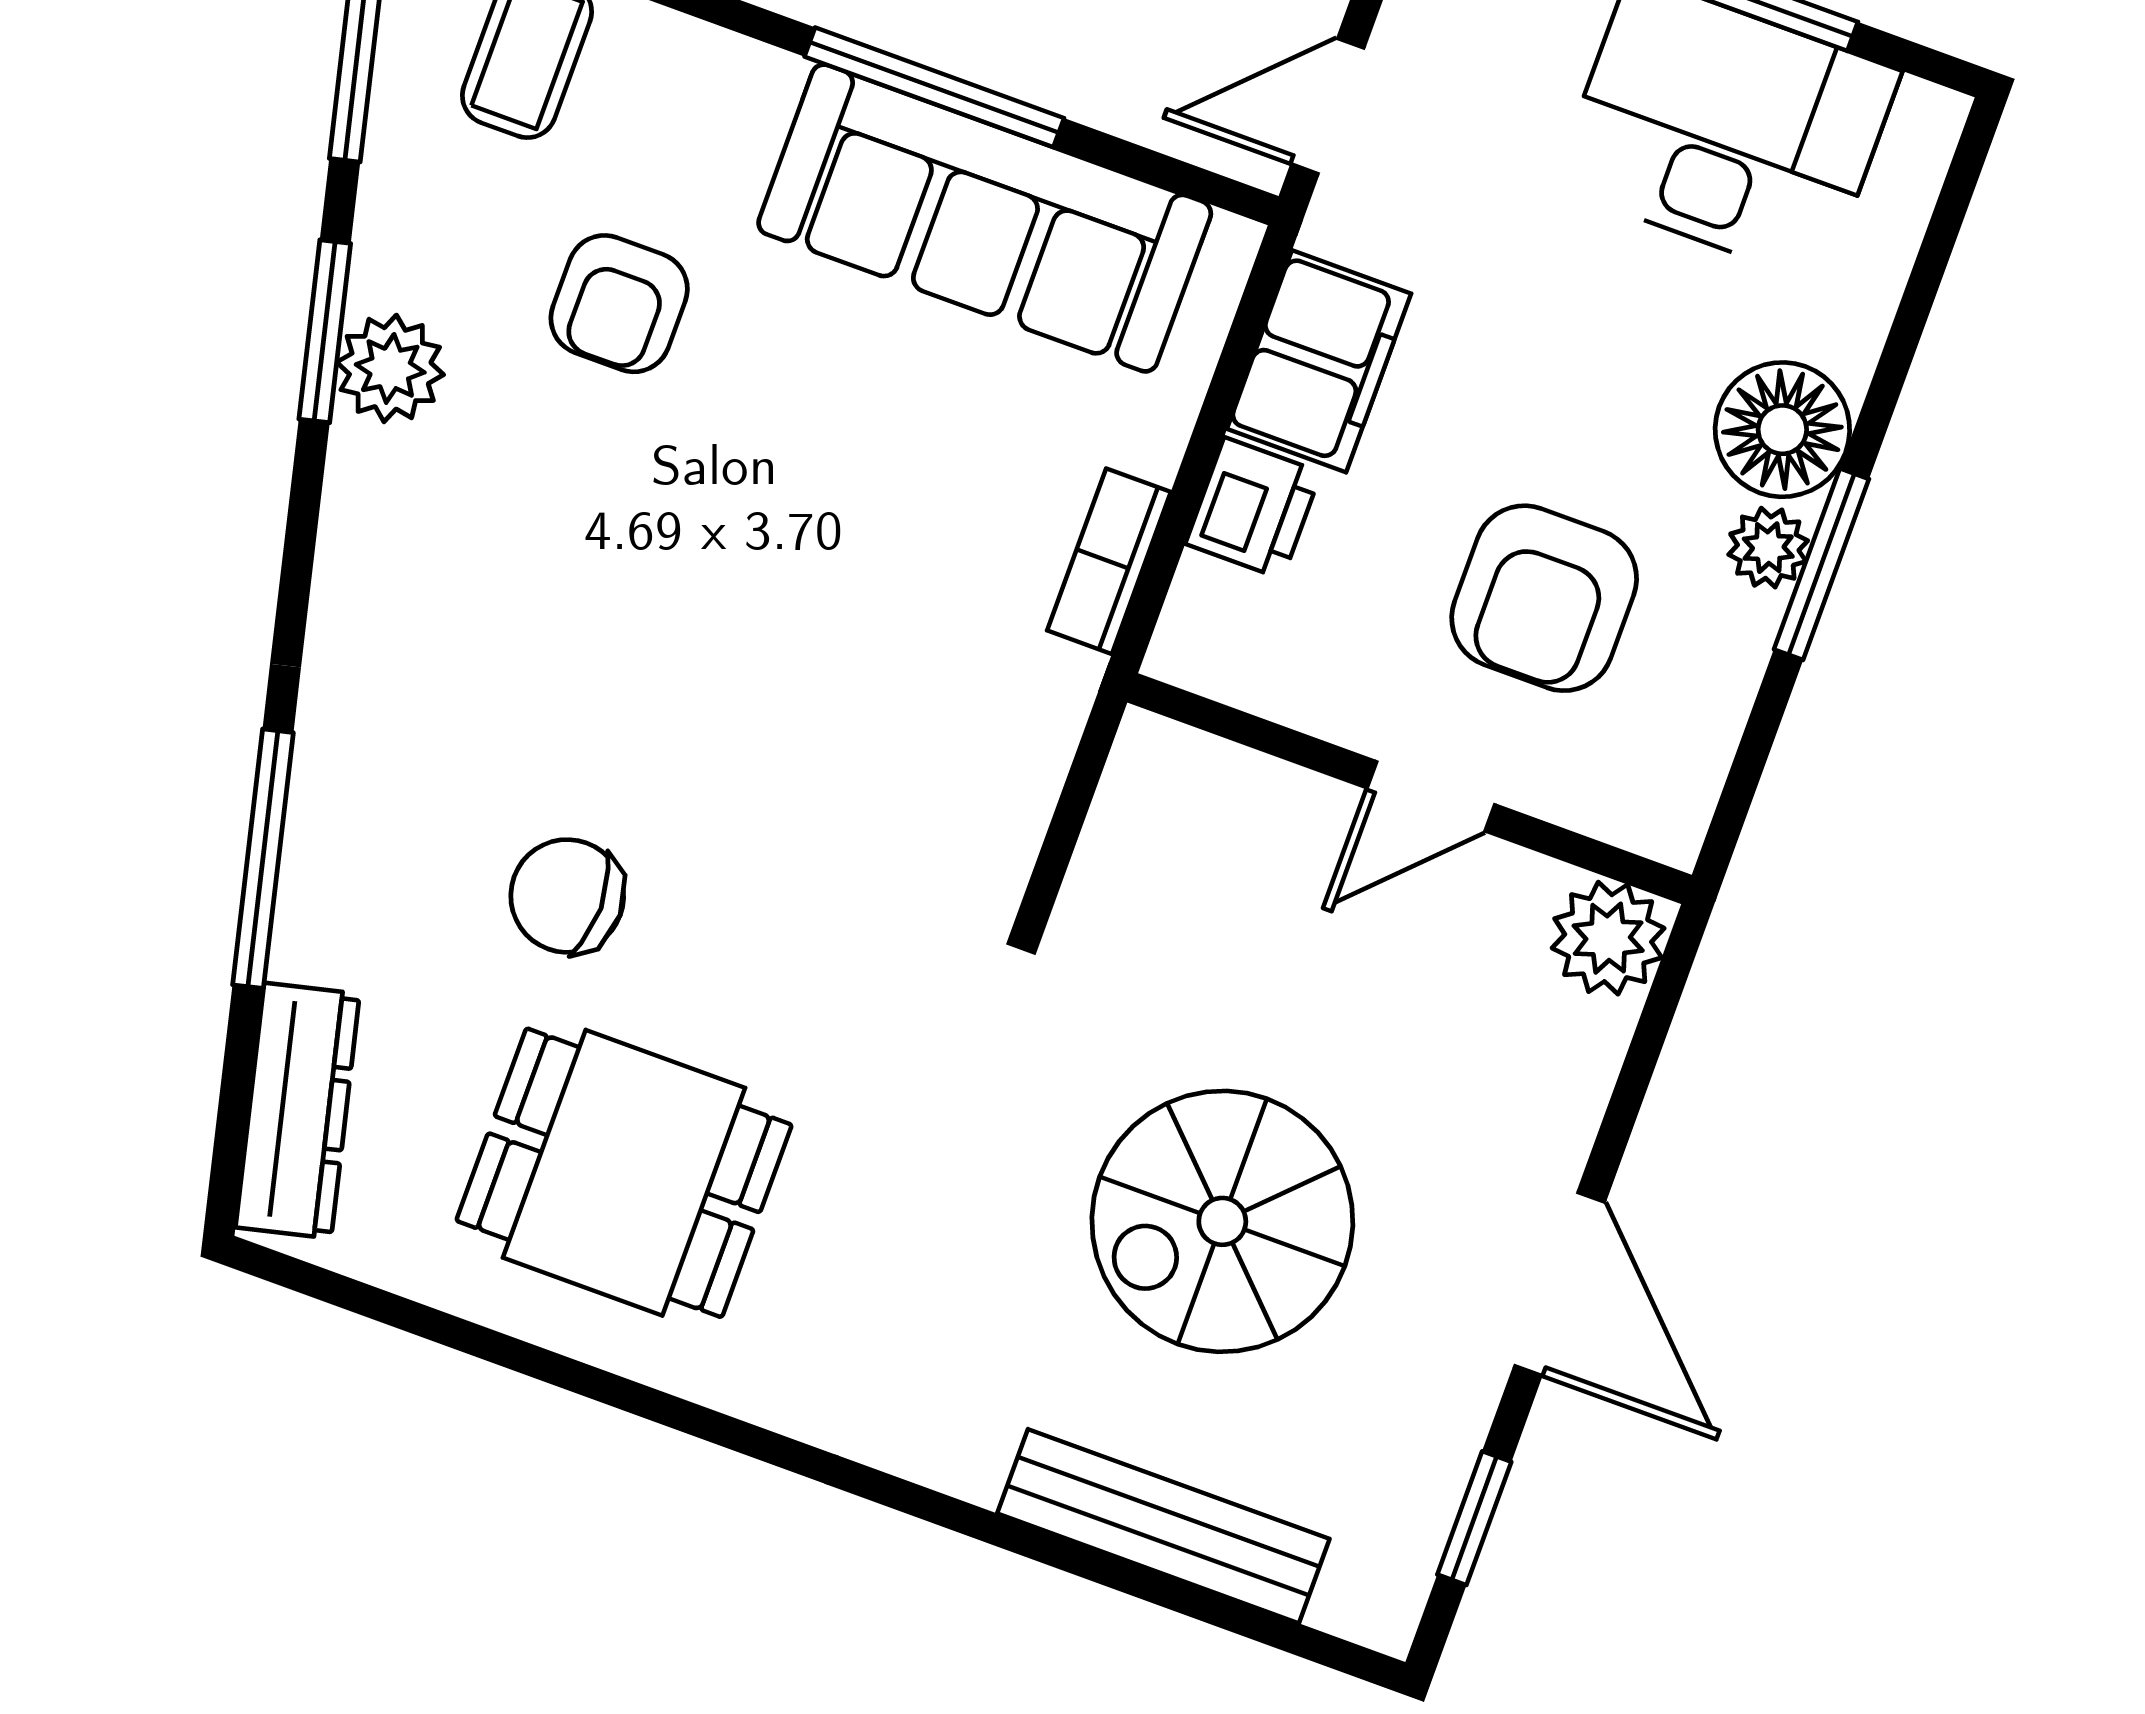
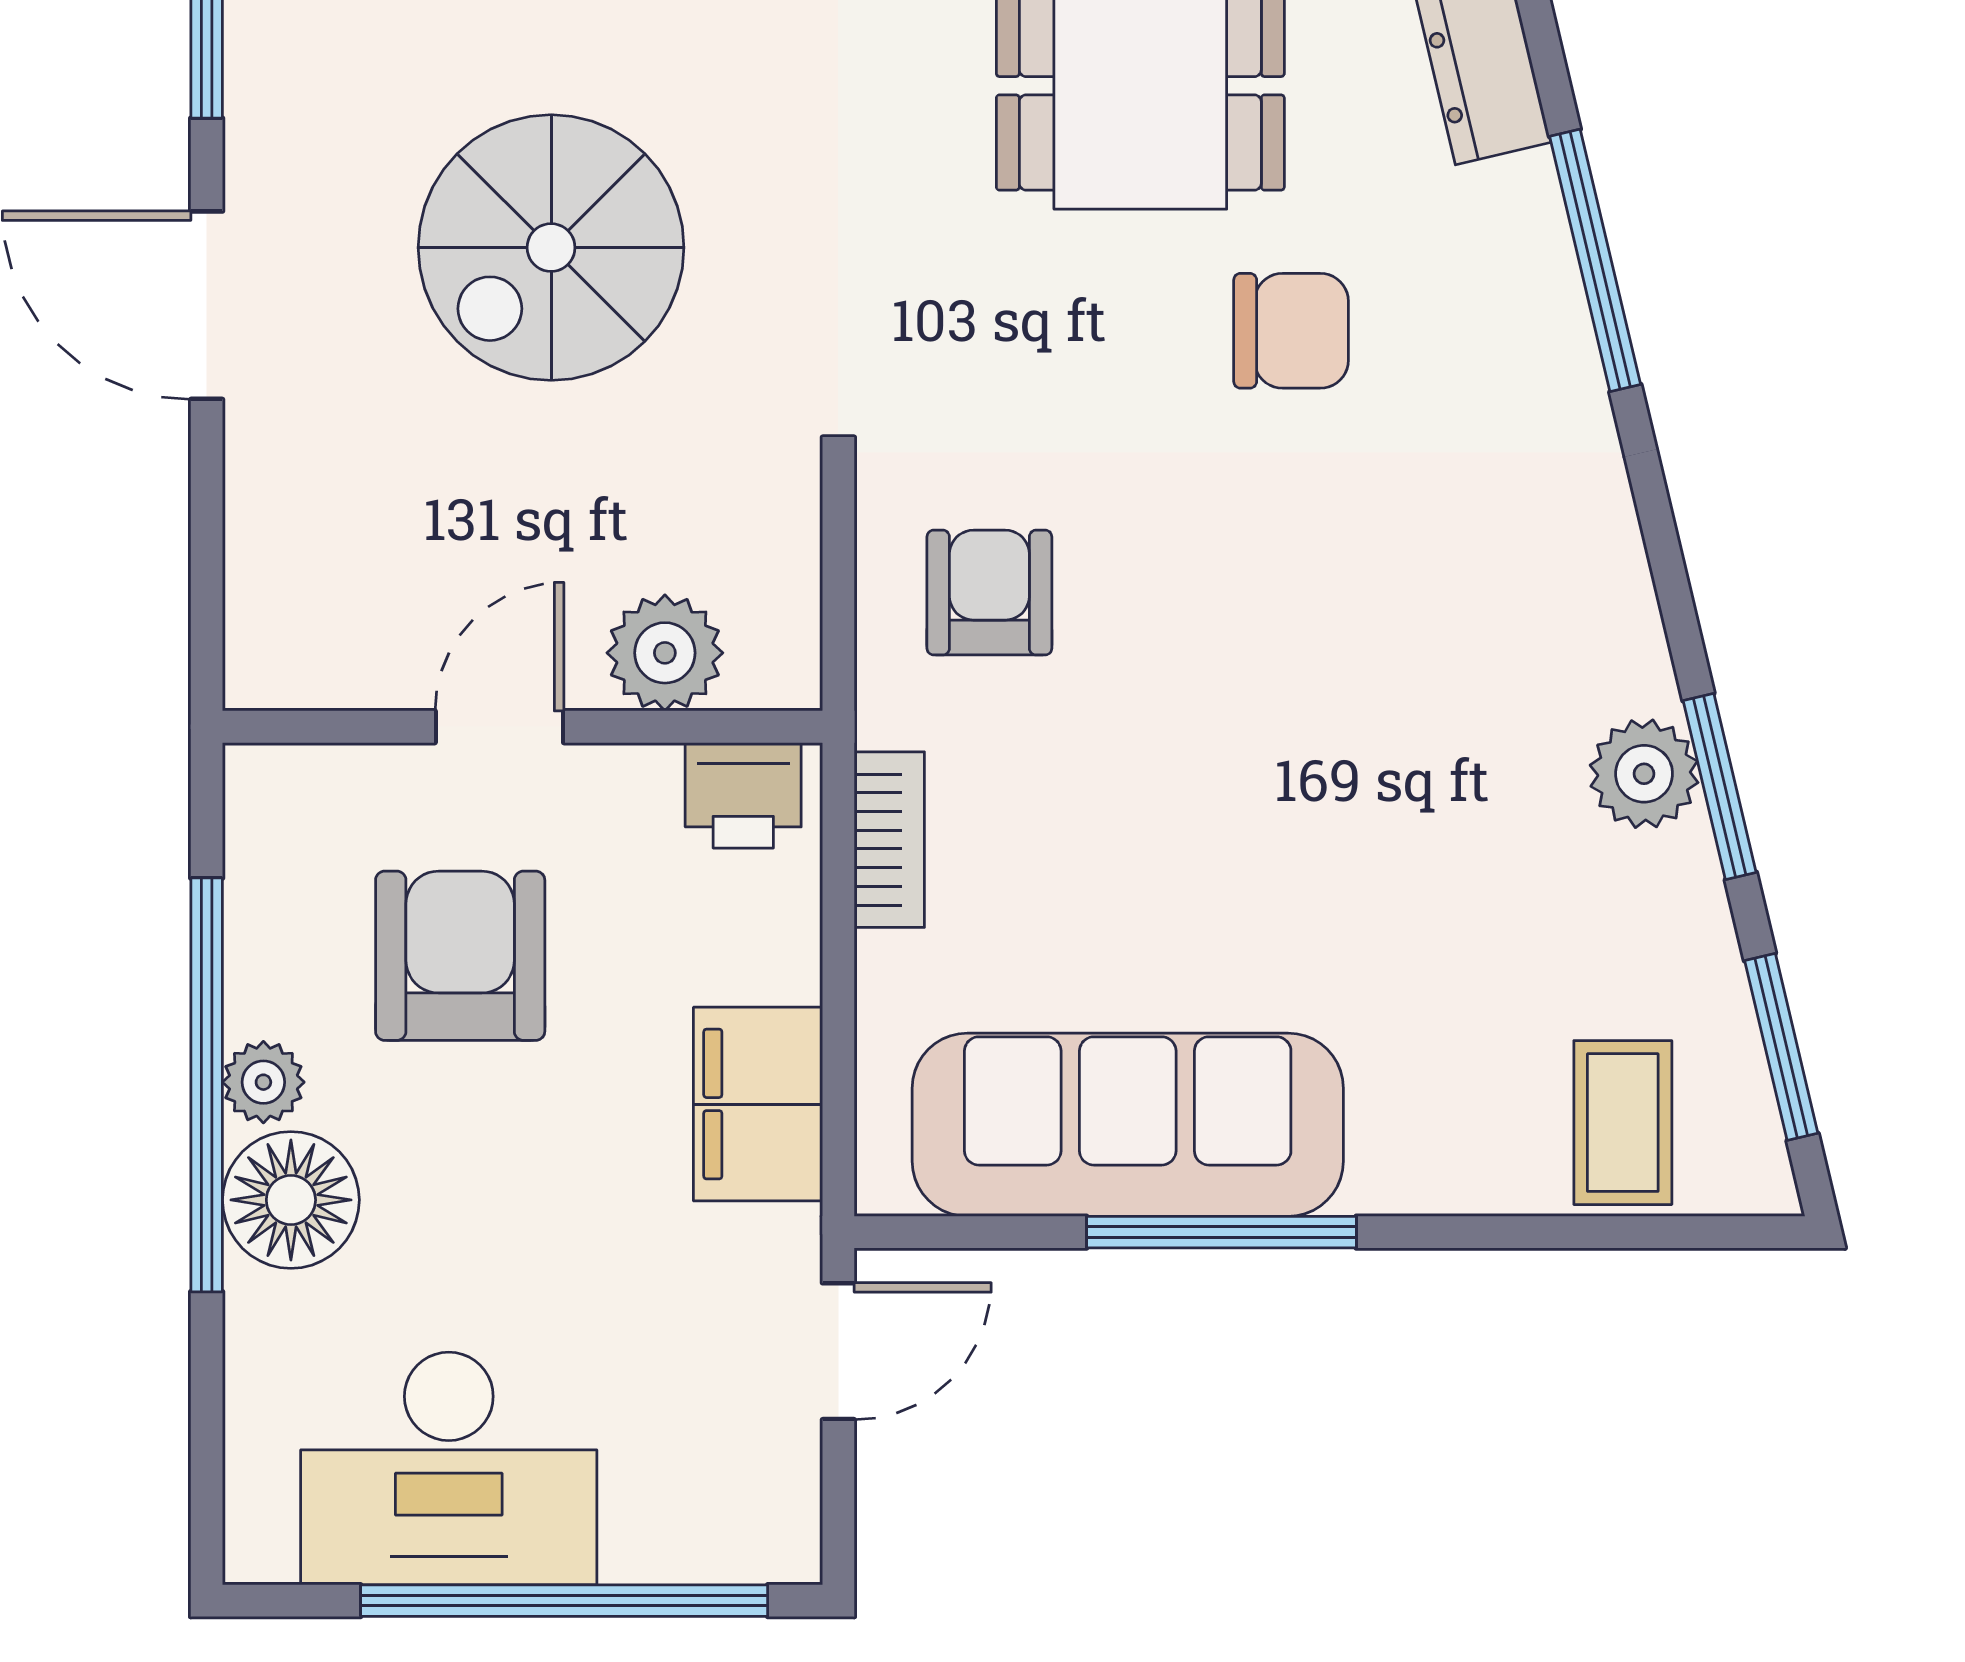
armchair: (619, 304) -> (989, 593), moved
printer: (1253, 508) -> (743, 795), moved, turned -90
window: (1821, 564) -> (207, 1085), width x2.11
plant: (1608, 938) -> (665, 653), moved
spiral stairs: (1222, 1221) -> (551, 248), turned 180

